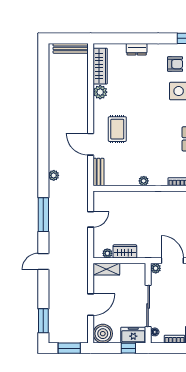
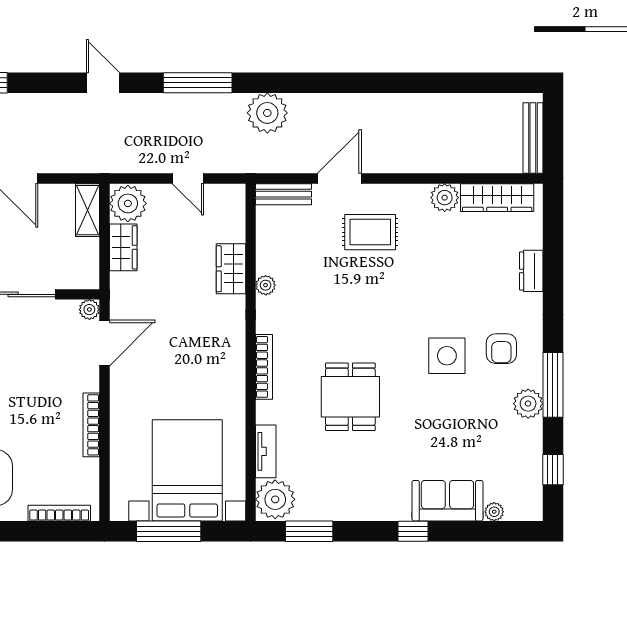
plant: (54, 175) -> (267, 113), width x1.88, depth x1.88
wardrobe: (136, 198) -> (231, 269), added
plant: (107, 253) -> (128, 203), width x1.88, depth x1.88

